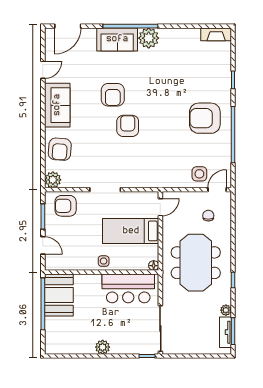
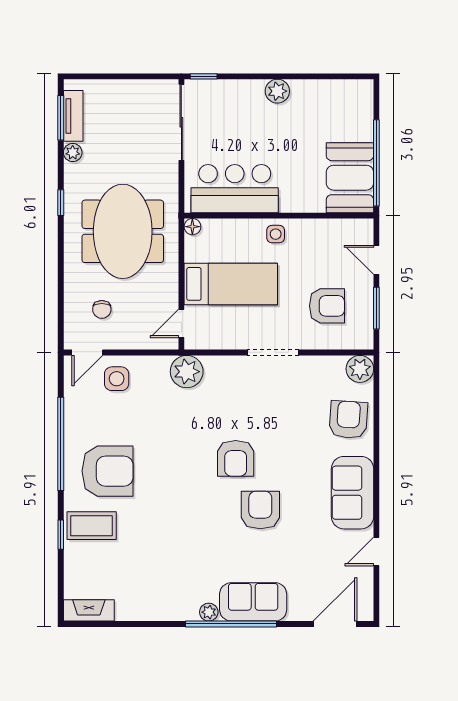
plant: (149, 38) -> (209, 612), width x0.53, depth x0.53
coffee table: (214, 85) -> (92, 526), added
plant: (157, 178) -> (187, 372), added
armchair: (66, 206) -> (327, 306), moved

